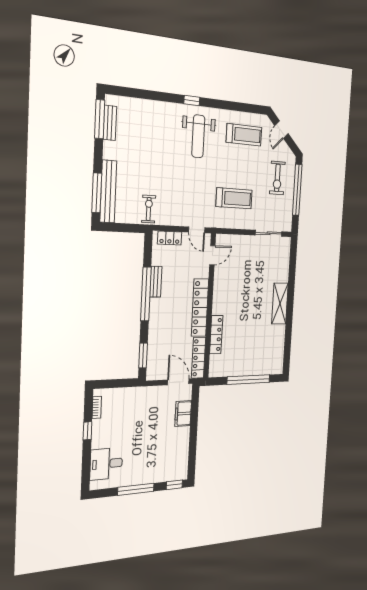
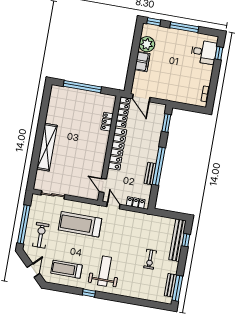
window: (192, 100) -> (89, 293), moved
window: (97, 193) -> (186, 240), width x0.46
treadmill: (234, 198) -> (80, 224), width x1.37, depth x1.38
exercise bike: (149, 209) -> (150, 259), moved
door: (212, 255) -> (103, 185), hinge flipped
shelving: (280, 304) -> (47, 147), width x1.47
locker: (216, 335) -> (107, 122), width x0.66
filing cabinet: (183, 414) -> (142, 62), moved
window: (87, 431) -> (219, 53), moved
plant: (179, 454) -> (147, 44), added

